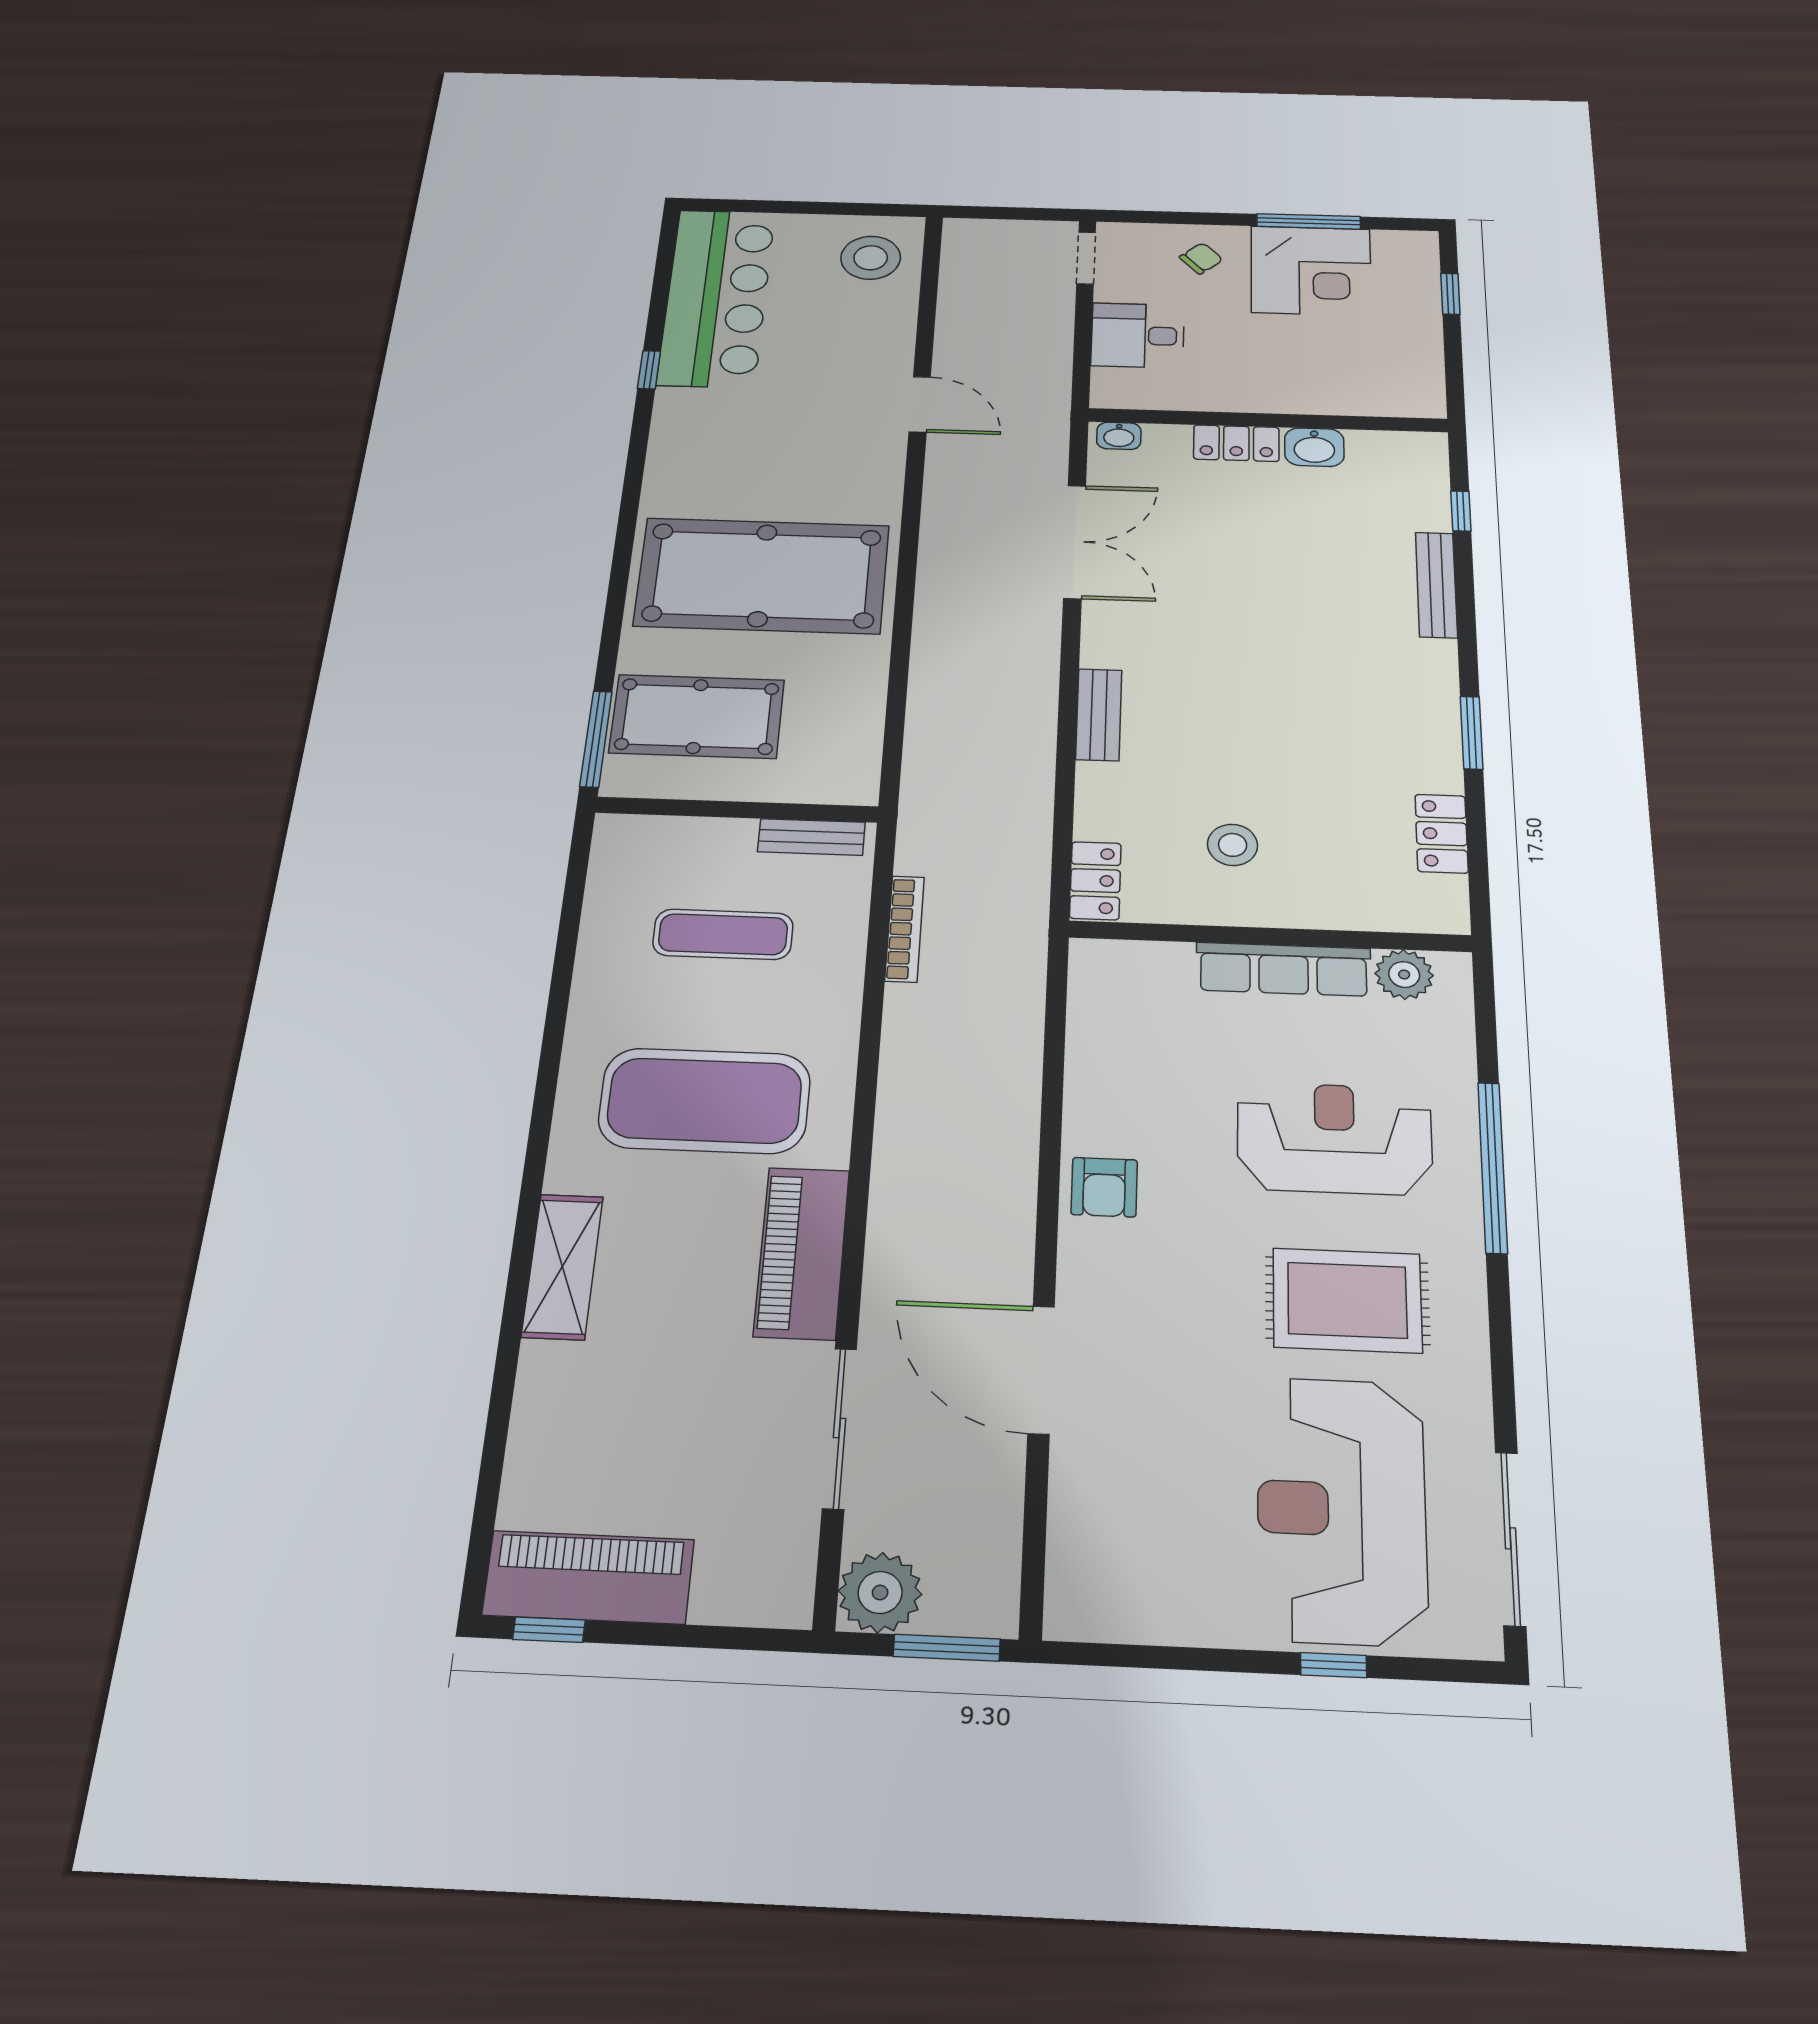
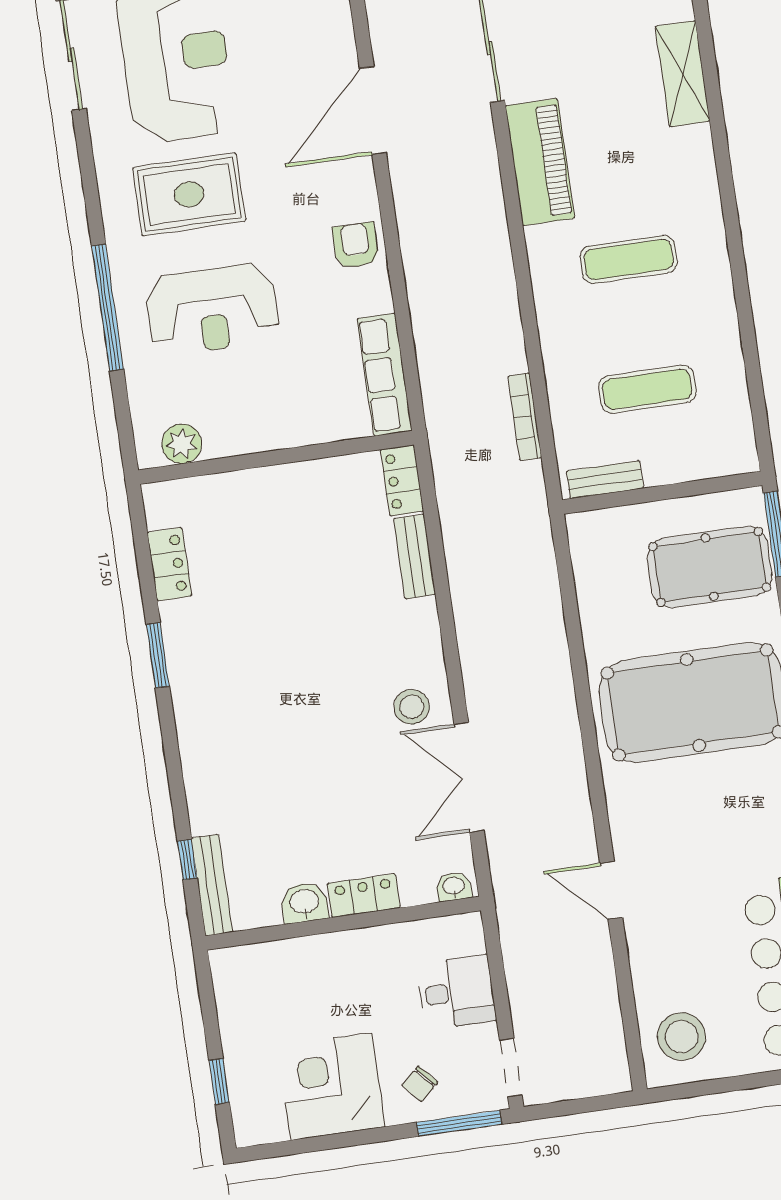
window: (1309, 221) -> (459, 1123), moved
bench: (1436, 585) -> (212, 885), moved
bench: (1099, 715) -> (414, 557), moved
stool: (1233, 845) -> (412, 707), moved
row of seats: (1283, 969) -> (384, 375), moved, turned -90
exercise mat: (705, 1101) -> (629, 259), width x0.50, depth x0.69
shelving: (562, 1266) -> (683, 74), moved
door: (1041, 1370) -> (373, 111), swing flipped

